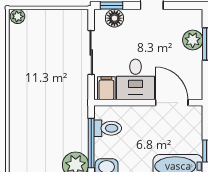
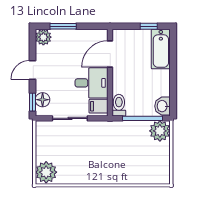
plant: (18, 16) -> (46, 172), width x1.87, depth x1.87
plant: (193, 40) -> (43, 37), moved
toilet: (108, 128) -> (119, 105), moved

